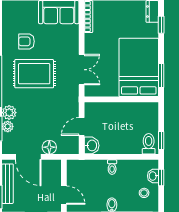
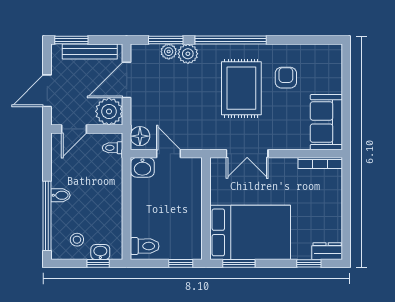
window: (161, 141) -> (181, 263), moved
floor lamp: (49, 147) -> (140, 136), moved
toilet: (112, 167) -> (113, 148), moved
plant: (51, 170) -> (109, 111), added

